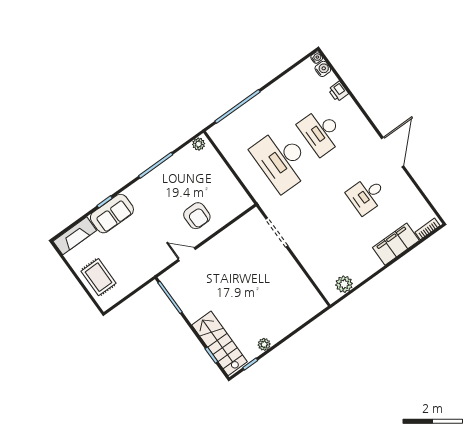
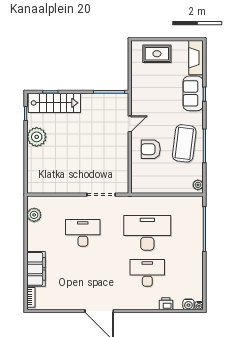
coffee table: (168, 187) -> (184, 143), added
desk: (367, 195) -> (83, 233), moved, width x1.37
plant: (264, 344) -> (37, 137), width x1.88, depth x1.88

